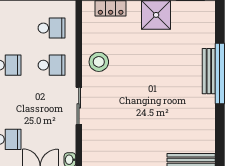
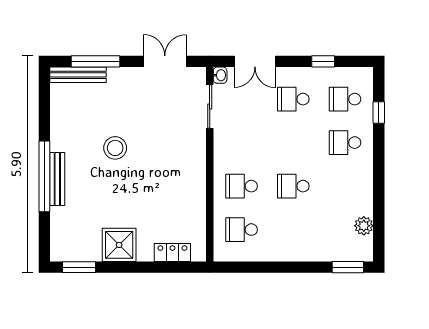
stool: (99, 62) -> (115, 148), moved
sliding door: (79, 106) -> (210, 107), moved

